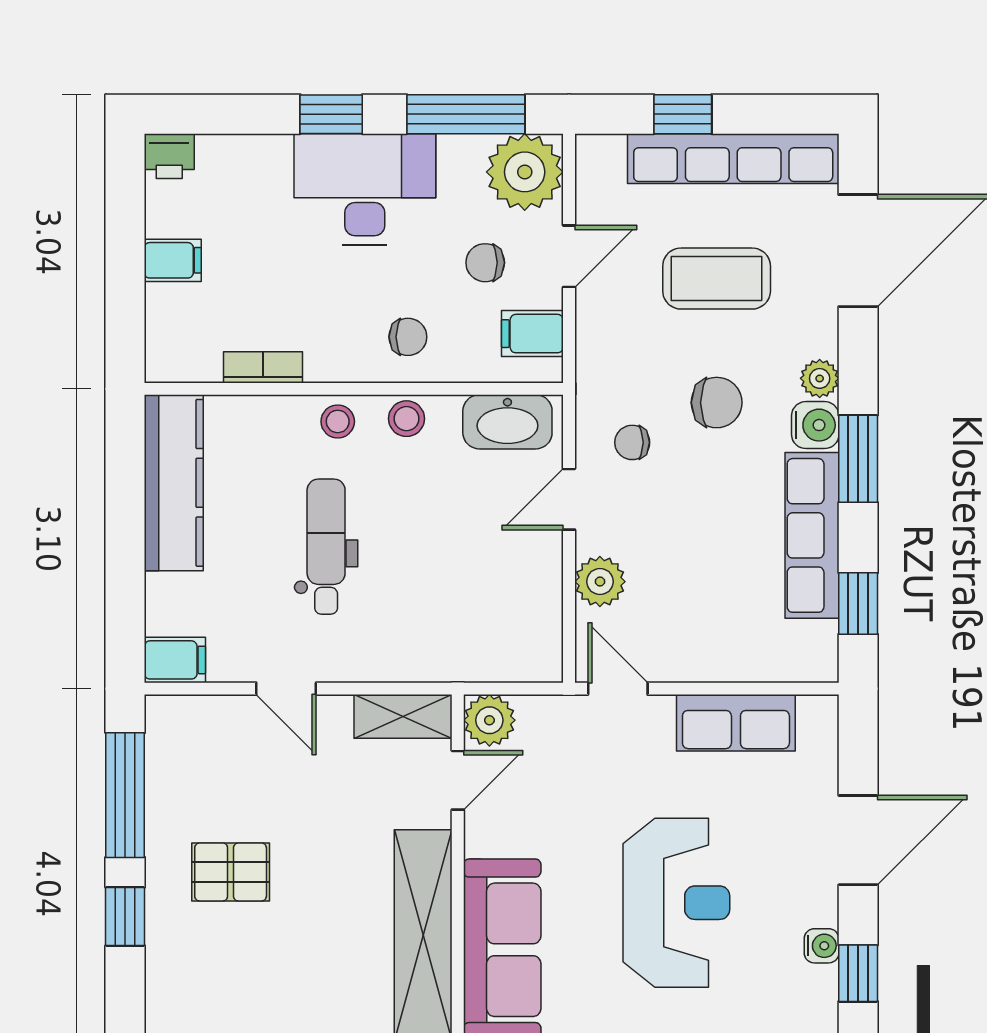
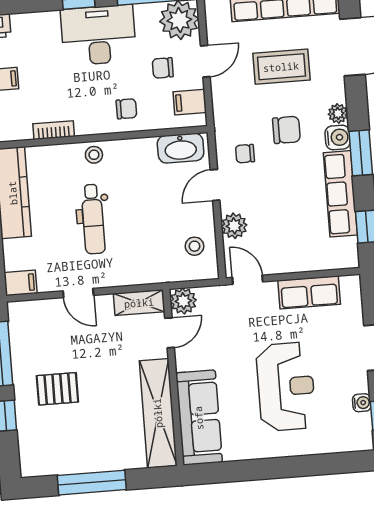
stool: (406, 419) -> (195, 246), moved
dental chair: (326, 547) -> (93, 219), turned 180

